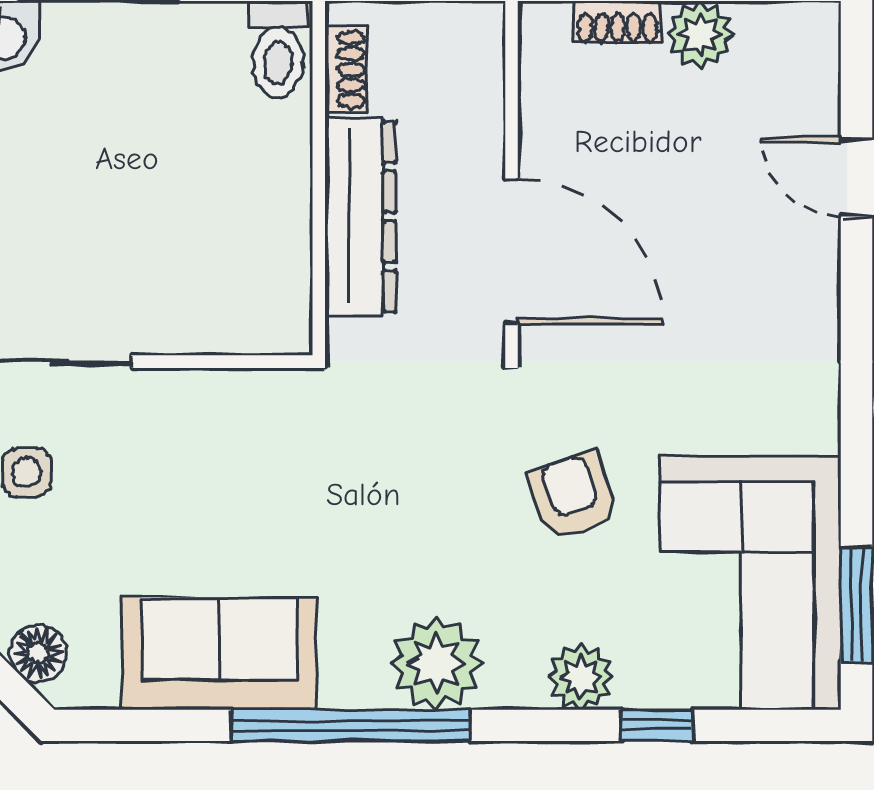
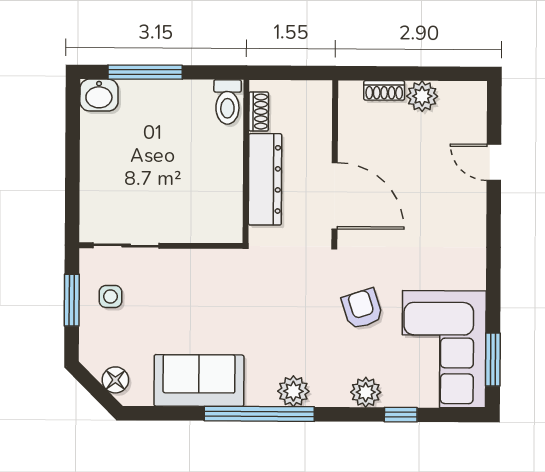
plant: (437, 663) -> (293, 391), width x0.73, depth x0.73

